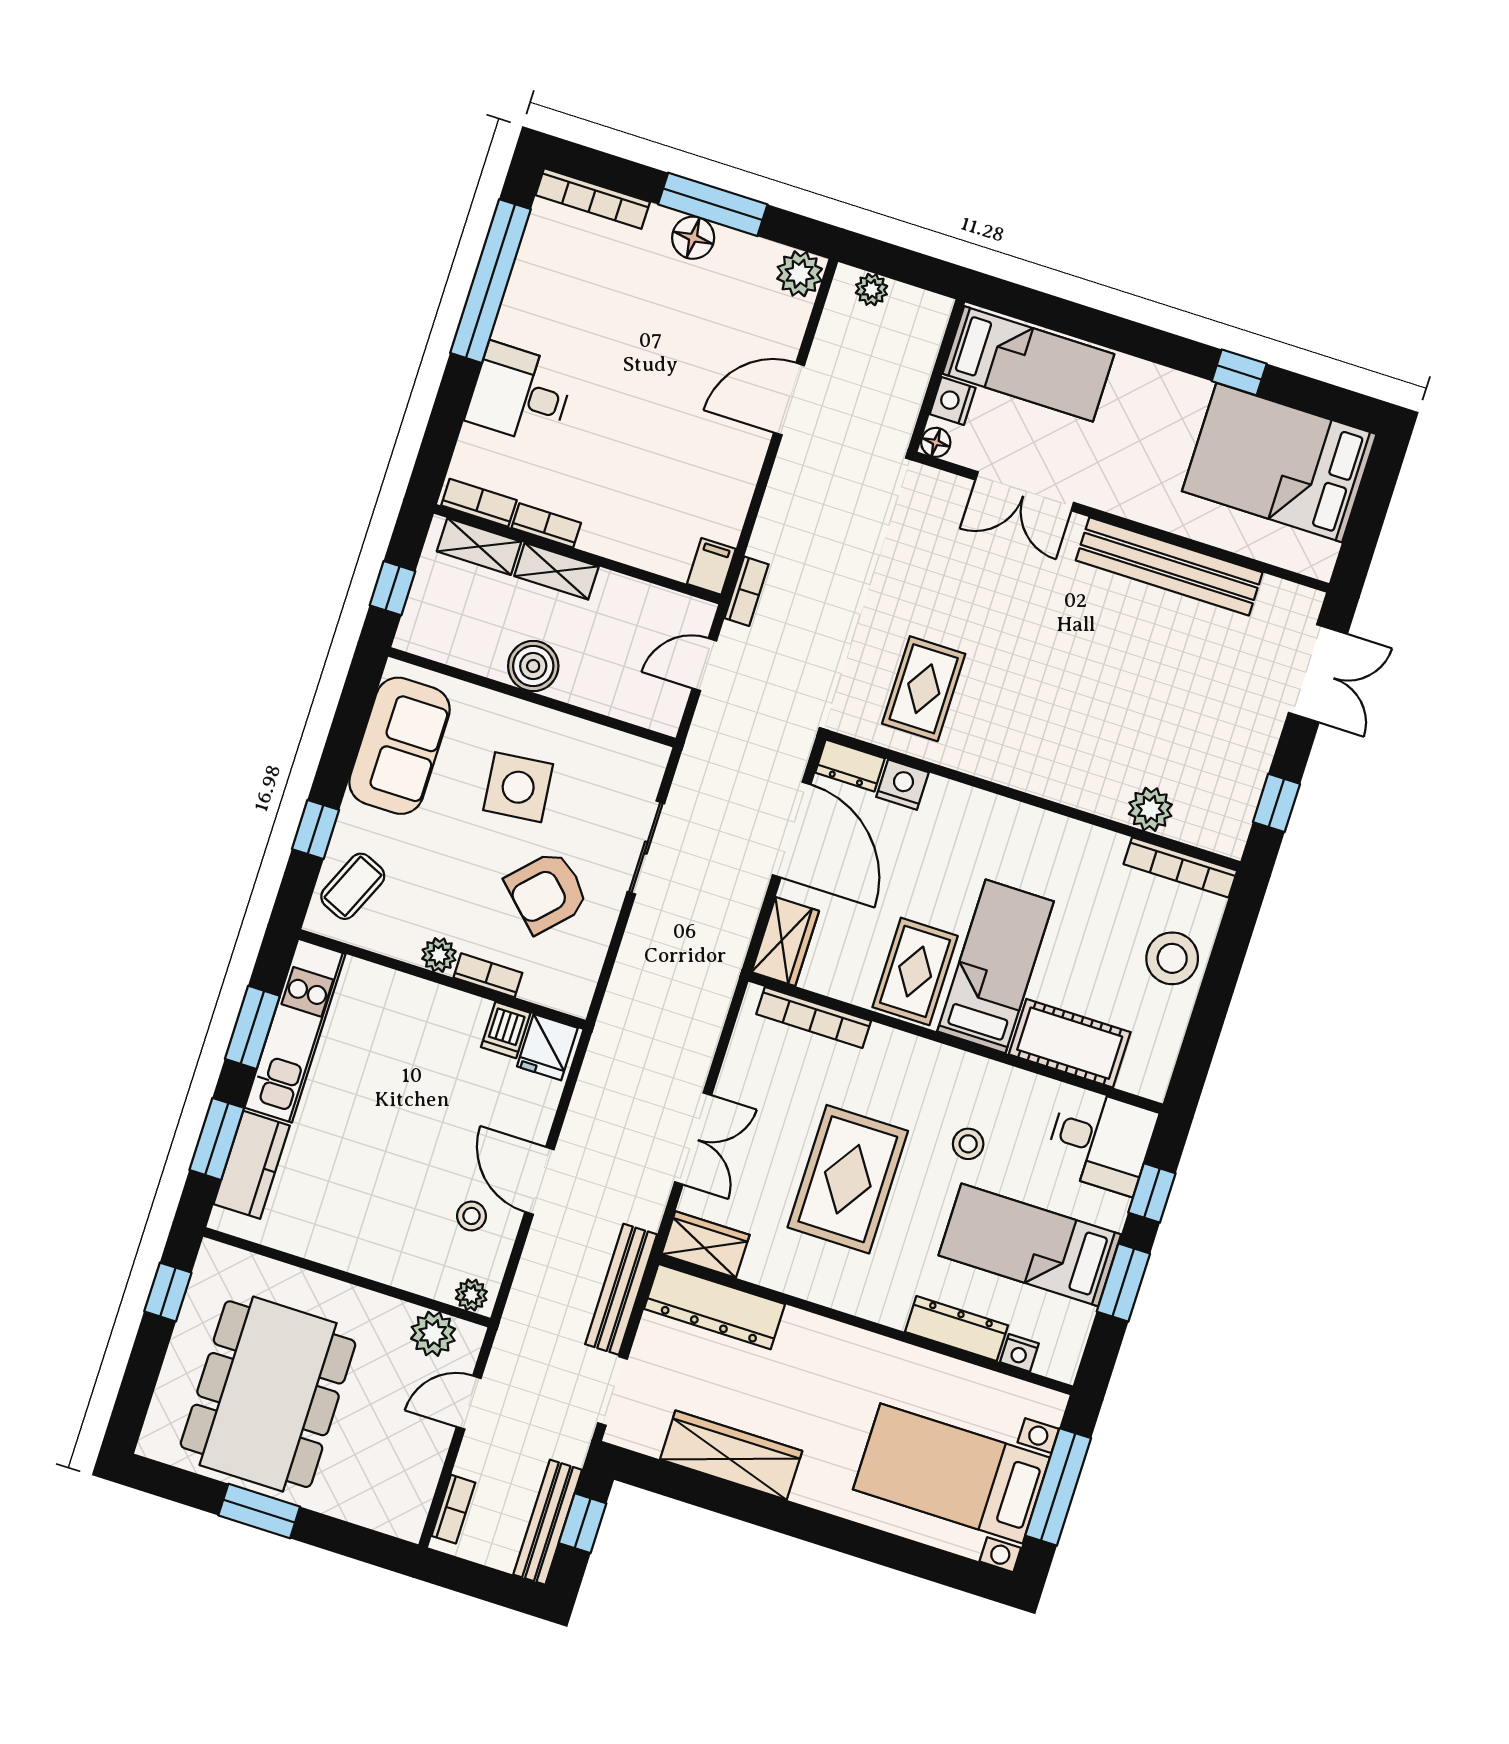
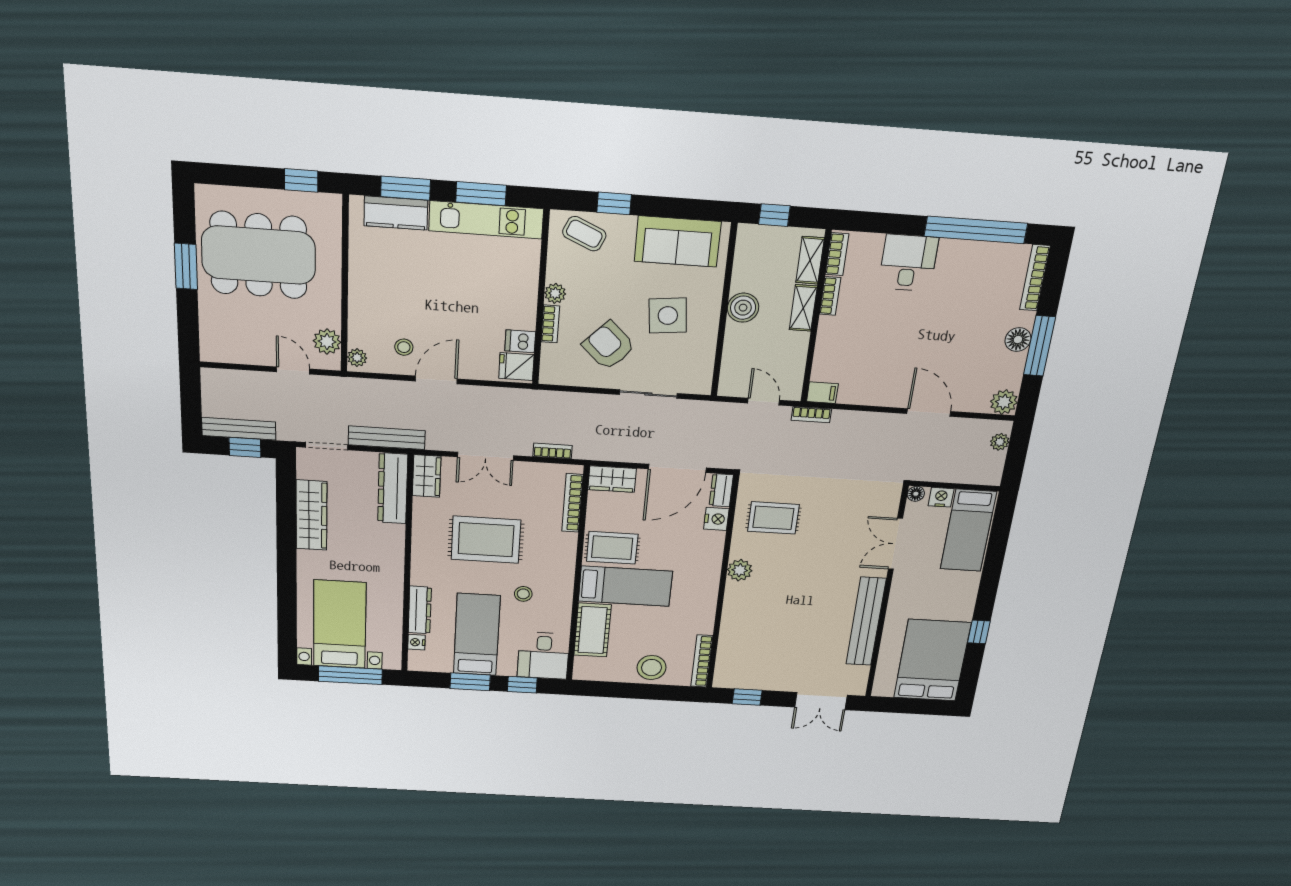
plant: (1150, 809) -> (740, 570), moved
bookcase: (453, 1509) -> (553, 451), moved, turned 180

